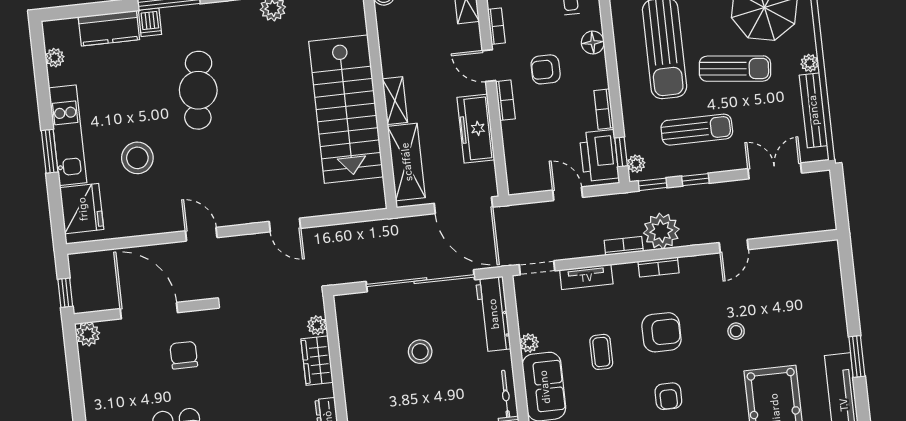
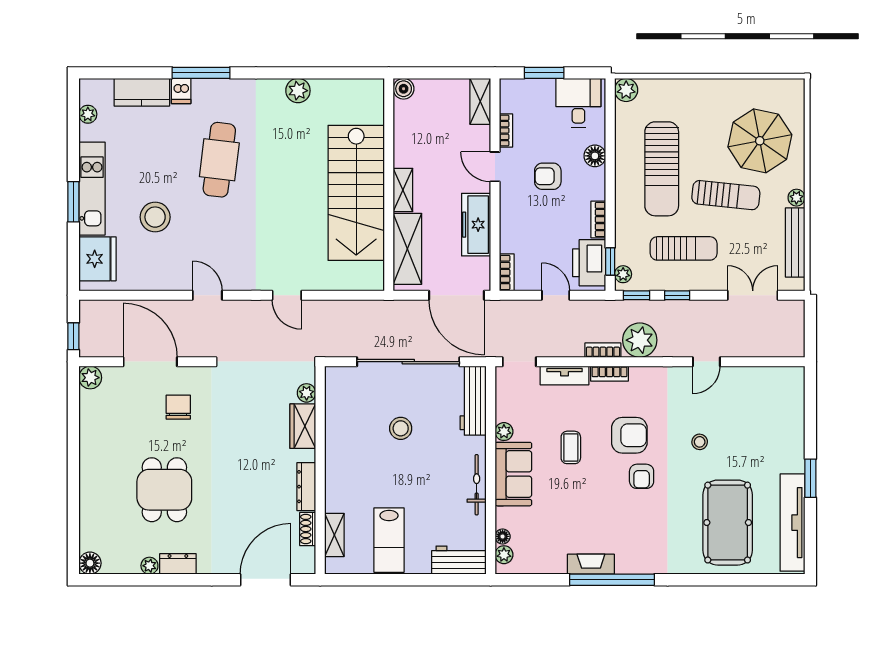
bookcase: (505, 100) -> (507, 272), moved
bookcase: (659, 267) -> (610, 374), moved
armchair: (668, 396) -> (642, 476), moved

